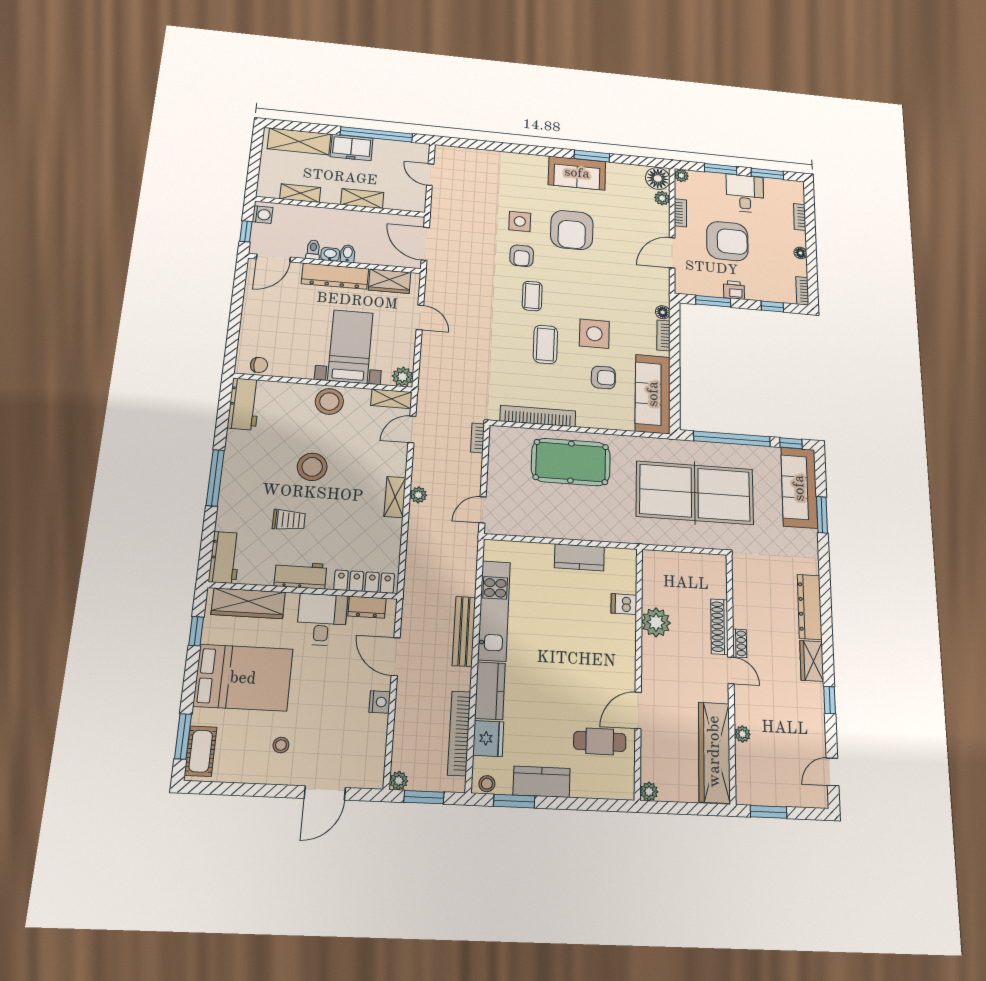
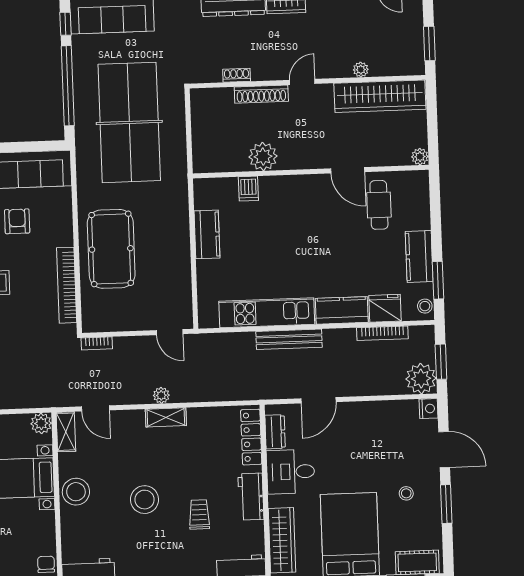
shoe rack: (740, 643) -> (237, 75), moved
nightstand: (380, 702) -> (429, 409), moved, turned 90
bookcase: (459, 733) -> (382, 333), width x0.68, depth x0.76
plant: (399, 781) -> (421, 379), width x1.87, depth x1.87
window: (263, 790) -> (446, 504), added

